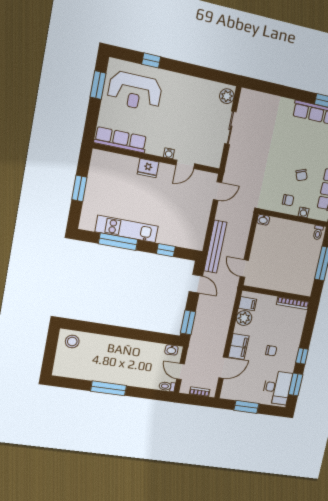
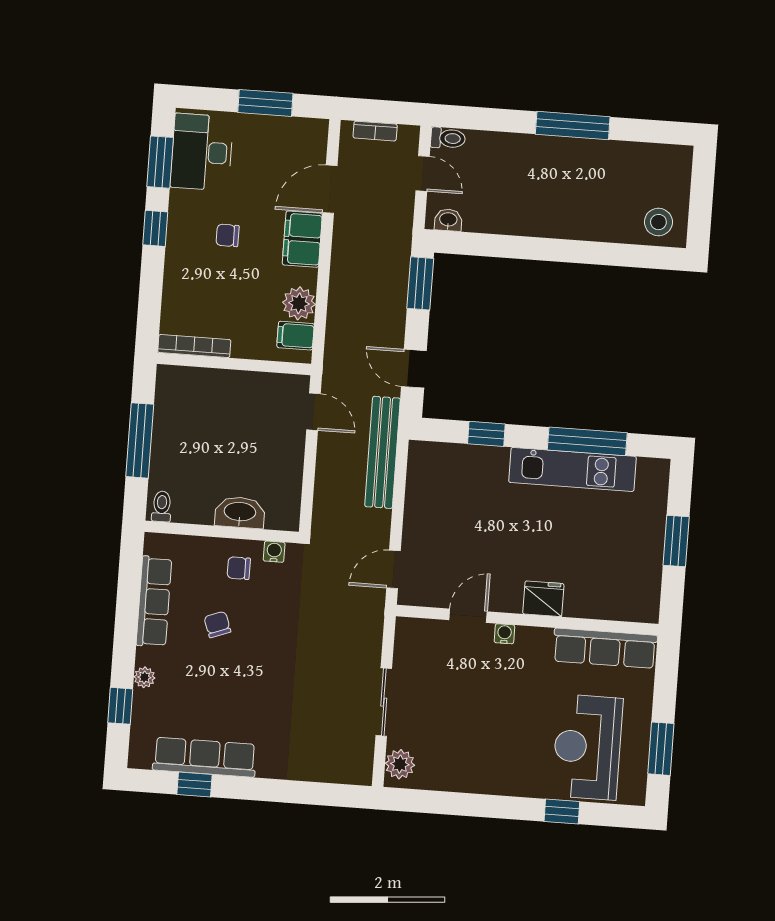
reception desk: (135, 91) -> (587, 747), turned -90
water cooler: (304, 212) -> (274, 552), moved
washbasin: (263, 220) -> (240, 512), moved, width x1.91, depth x1.45

